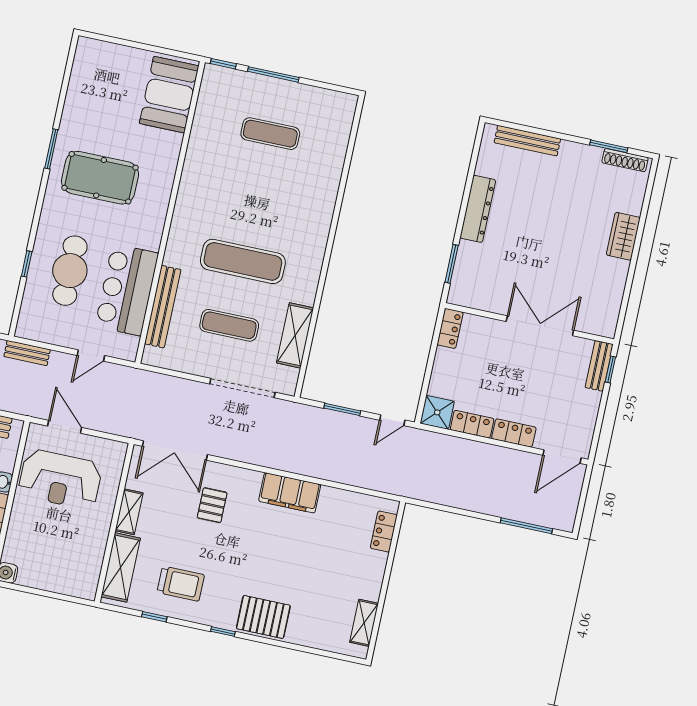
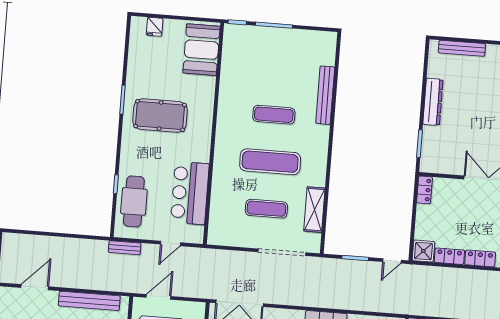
fridge: (109, 55) -> (155, 27), added
exercise mat: (270, 134) -> (274, 115), moved
cafe table: (70, 271) -> (134, 201), moved
bench: (163, 307) -> (325, 95), moved
door: (65, 427) -> (158, 297), hinge flipped

